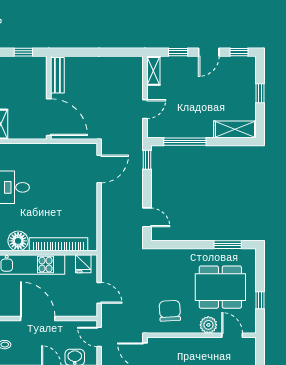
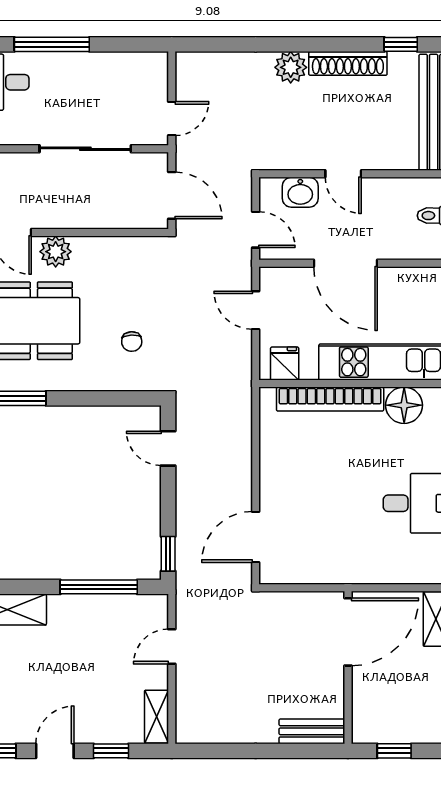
bench: (57, 75) -> (312, 731), moved, turned 90
door: (49, 117) -> (348, 632), swing flipped
chair: (170, 311) -> (132, 341), moved, width x0.54, depth x0.54
door: (38, 318) -> (346, 263), moved

